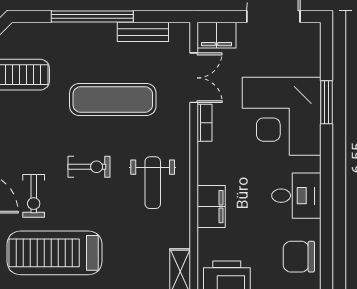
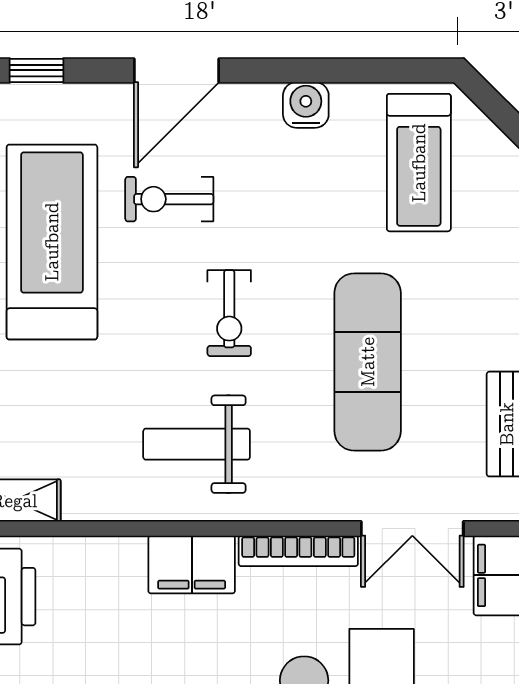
bookcase: (205, 123) -> (298, 551), width x1.56
filing cabinet: (211, 207) -> (192, 564), moved

